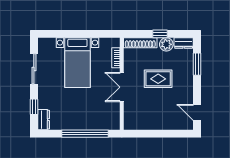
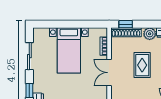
window: (160, 34) -> (126, 24), moved
rug: (158, 79) -> (142, 65), turned 90

